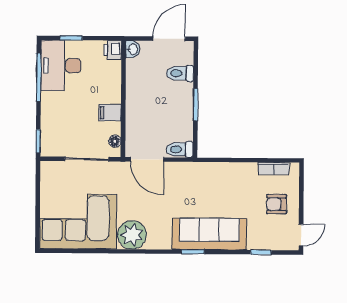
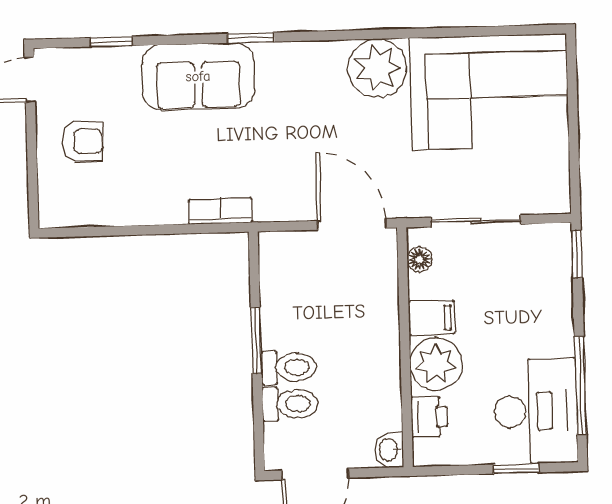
printer: (113, 50) -> (429, 417), moved
plant: (108, 90) -> (436, 364), added
toilet: (180, 149) -> (289, 367), moved
bookcase: (274, 169) -> (221, 211), moved
sofa: (209, 234) -> (198, 76), width x0.73

